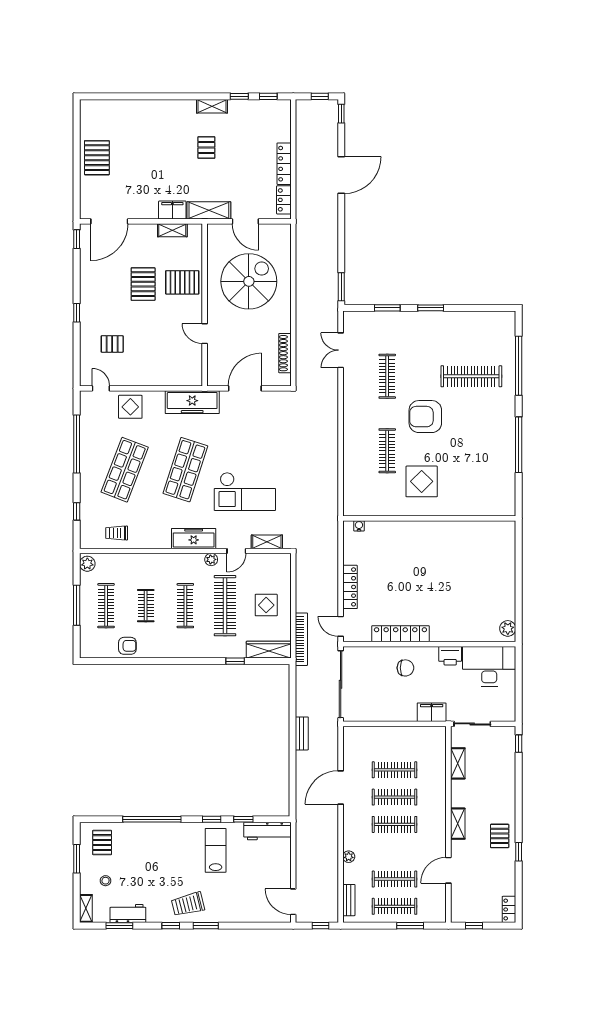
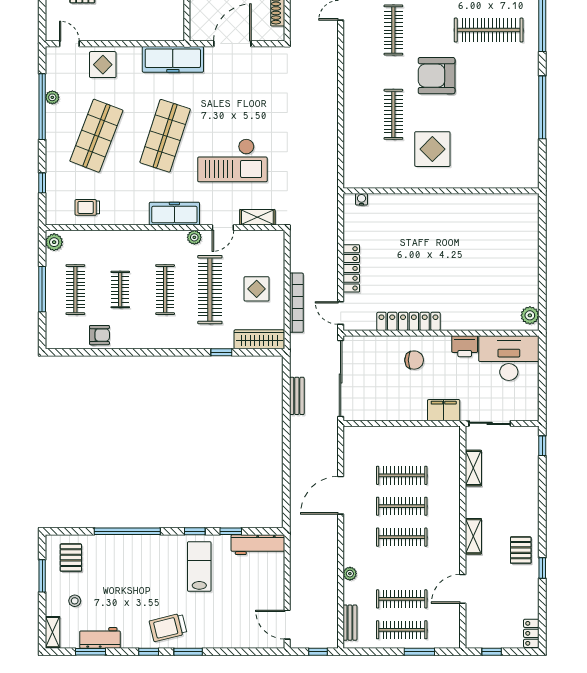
plant: (86, 436) -> (52, 97), added
bookcase: (301, 639) -> (296, 303), moved
bench: (302, 733) -> (297, 396), moved

